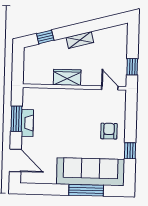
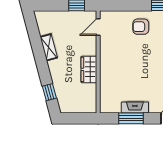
shelving: (80, 40) -> (49, 47), moved

